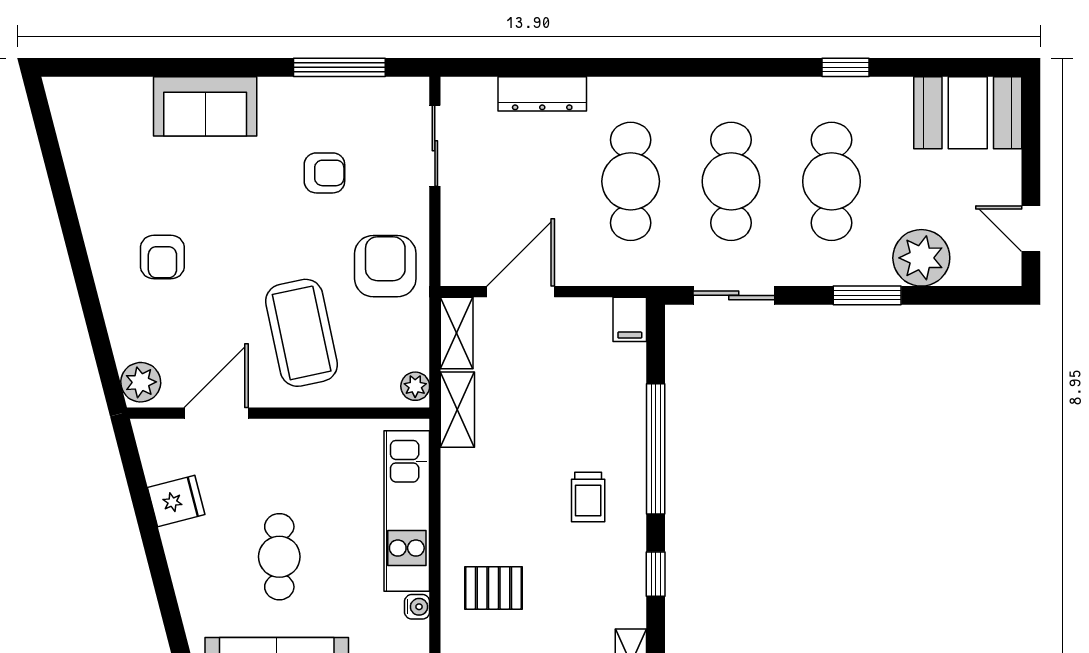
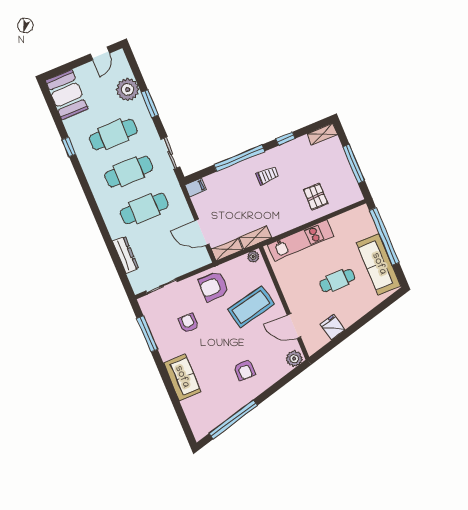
window: (59, 183) -> (233, 419), added
armchair: (162, 257) -> (245, 370), turned 90
water cooler: (417, 607) -> (334, 222), removed

